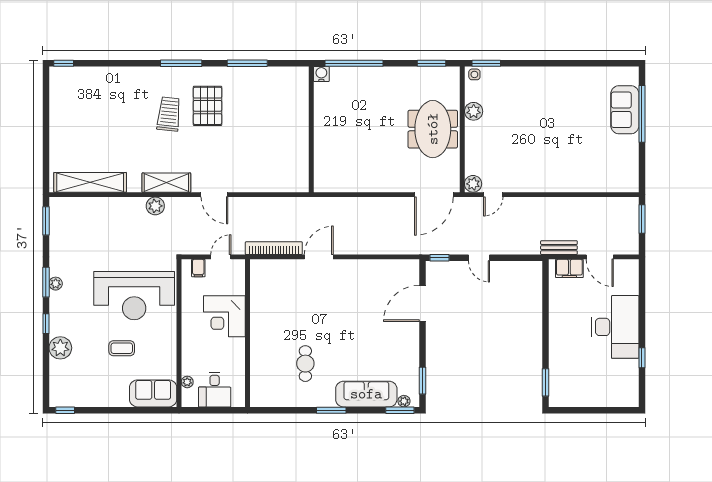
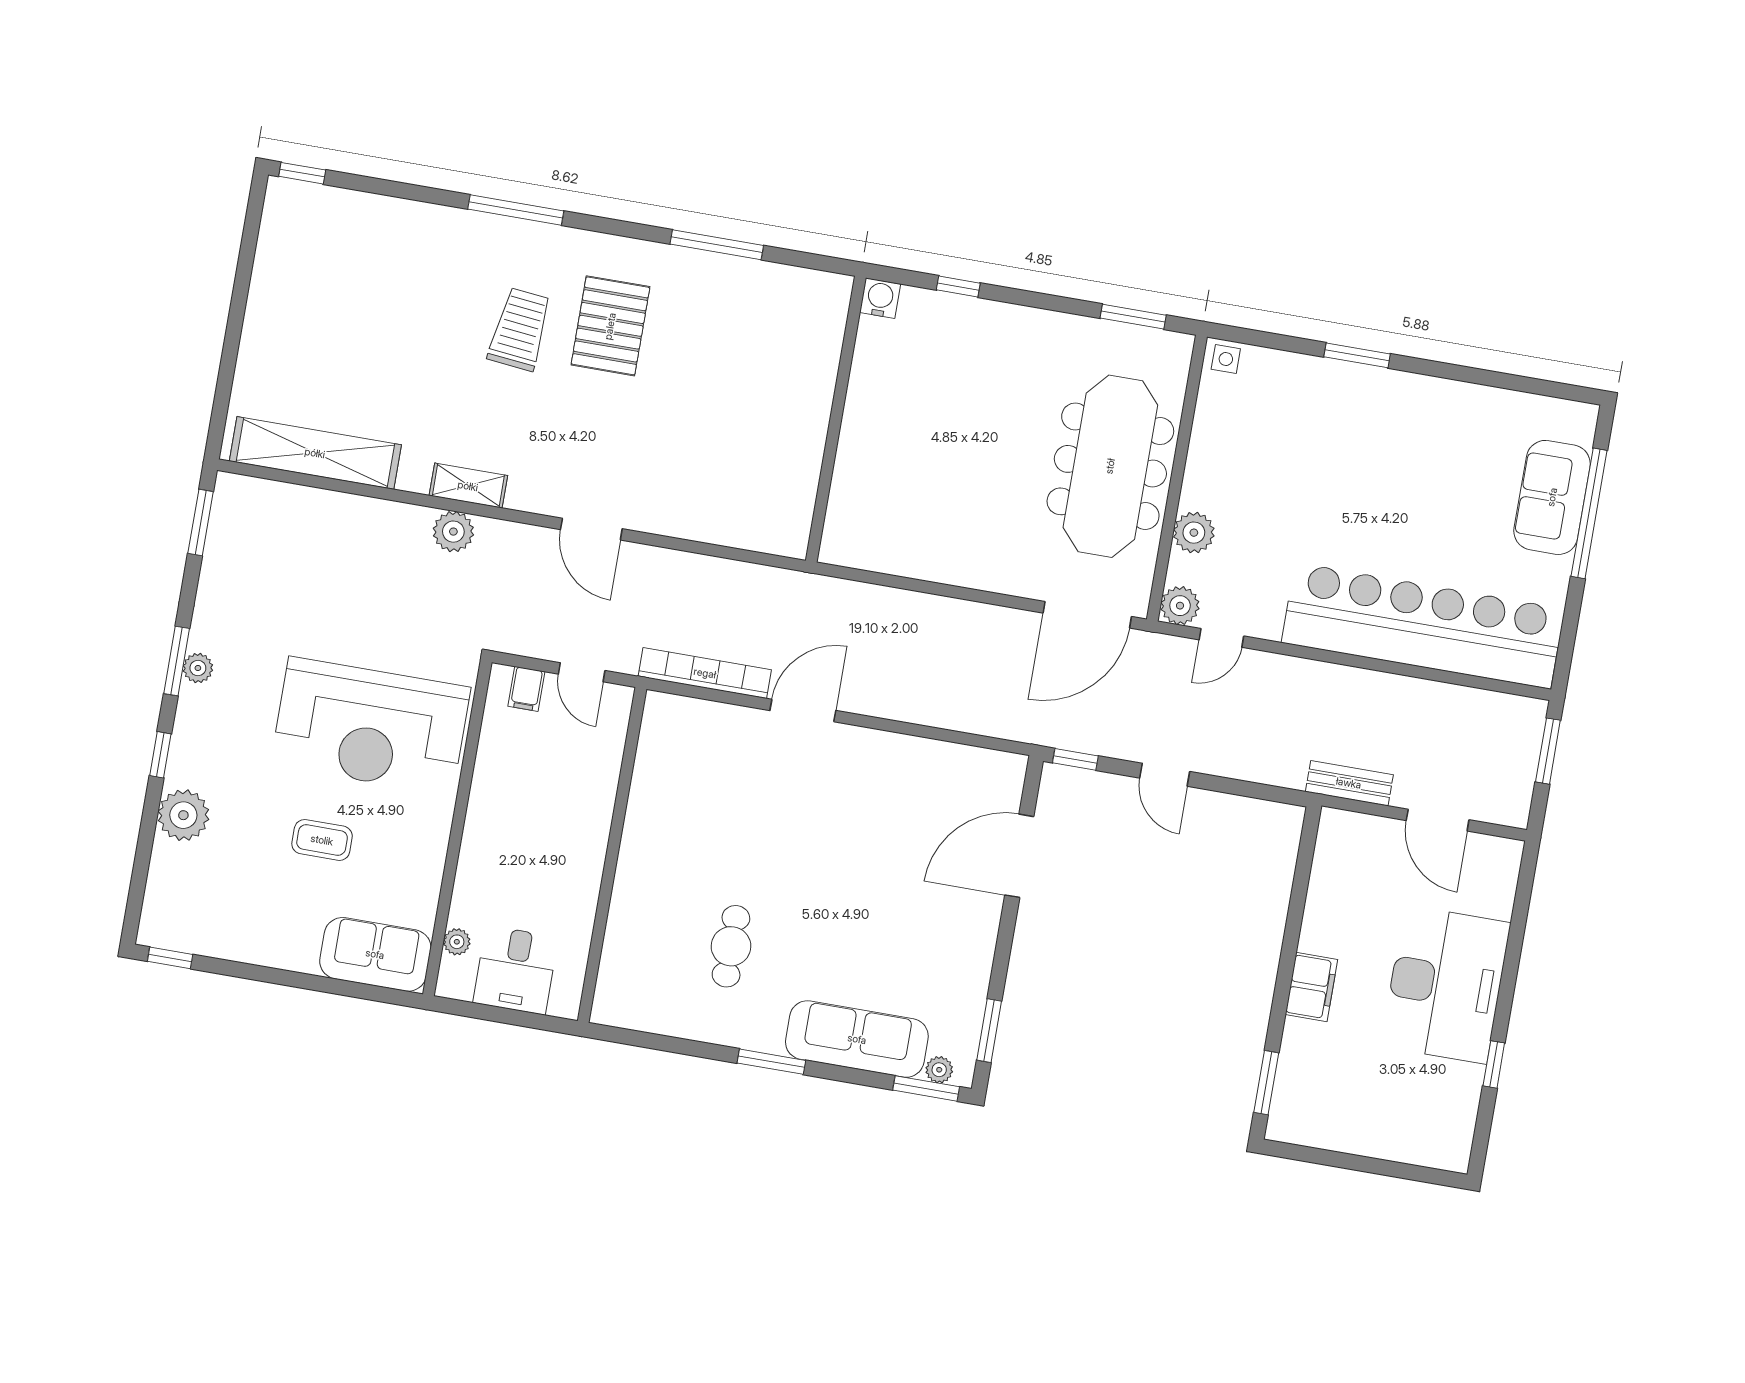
window: (181, 63) -> (516, 210), moved
window: (354, 63) -> (958, 286), width x0.32
window: (486, 63) -> (1357, 355), moved
plant: (474, 111) -> (1194, 533), moved
meeting table: (433, 129) -> (1110, 466), width x1.36
bar counter: (579, 174) -> (1423, 626), added
shelving: (166, 183) -> (468, 486), width x0.67, depth x0.75
door: (221, 257) -> (582, 672), swing flipped
filing cabinet: (569, 268) -> (1311, 987), moved, turned -90
corner desk: (224, 316) -> (567, 808), removed

